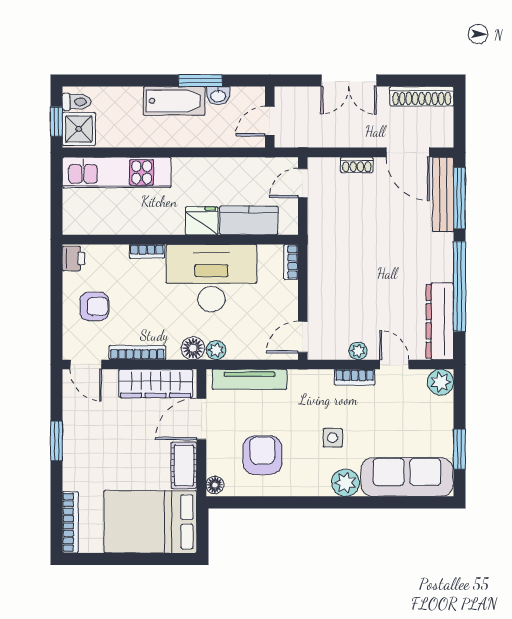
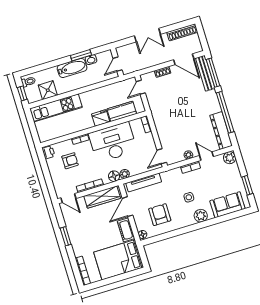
shower: (79, 129) -> (48, 90), moved
armchair: (94, 306) -> (70, 161), moved
sofa: (407, 477) -> (227, 205), width x0.73

